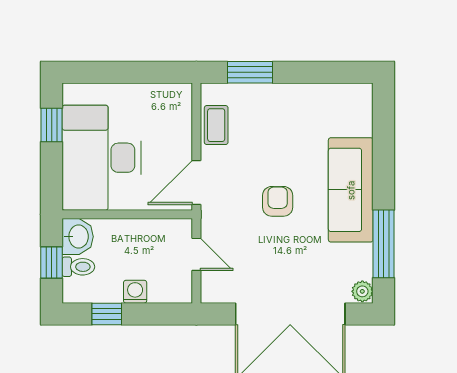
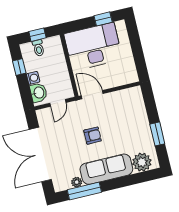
window: (250, 72) -> (157, 134), moved
plant: (354, 116) -> (142, 162), added
coffee table: (216, 125) -> (122, 98), removed
washbasin: (78, 237) -> (39, 93), moved, turned -90
plant: (362, 291) -> (77, 182), moved

